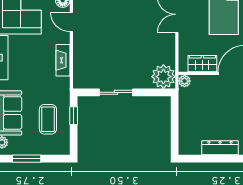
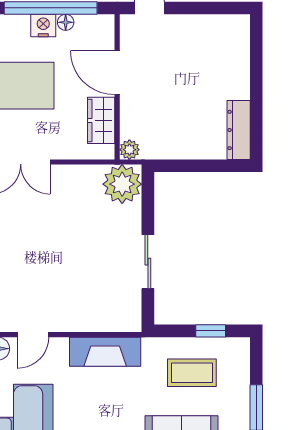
fireplace: (63, 60) -> (105, 352), width x1.37, depth x1.32
window: (74, 116) -> (211, 331), moved
dresser: (220, 148) -> (239, 130), moved

